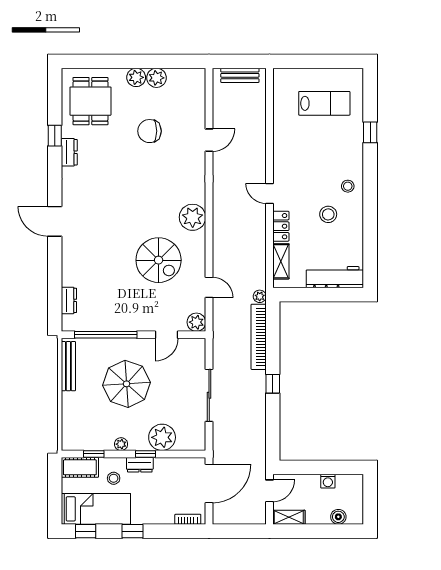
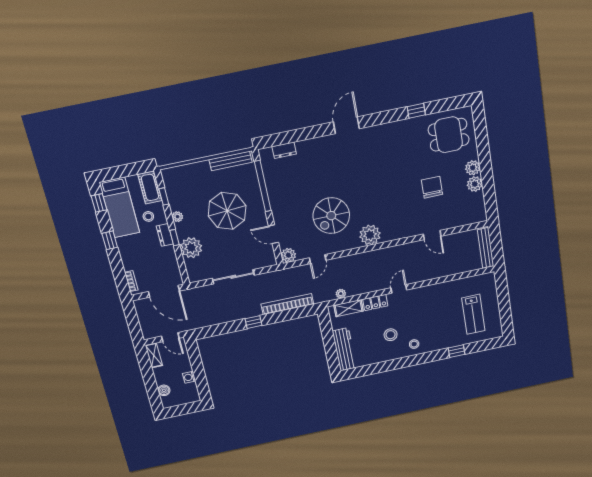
bench: (240, 75) -> (486, 248), width x1.36
dresser: (69, 152) -> (405, 126), removed
plant: (260, 296) -> (341, 294), moved

